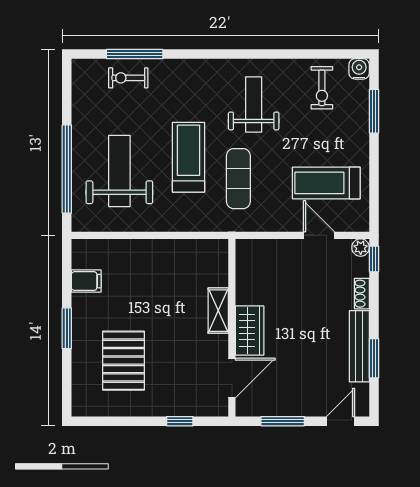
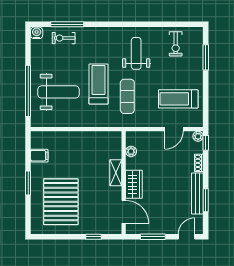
water cooler: (359, 69) -> (37, 33), moved
weight bench: (119, 171) -> (58, 92), turned 90
door: (319, 235) -> (174, 129), swing flipped
plant: (245, 274) -> (131, 151), added
pallet: (123, 361) -> (61, 202), width x1.37, depth x1.41
door: (232, 378) -> (124, 212), hinge flipped

